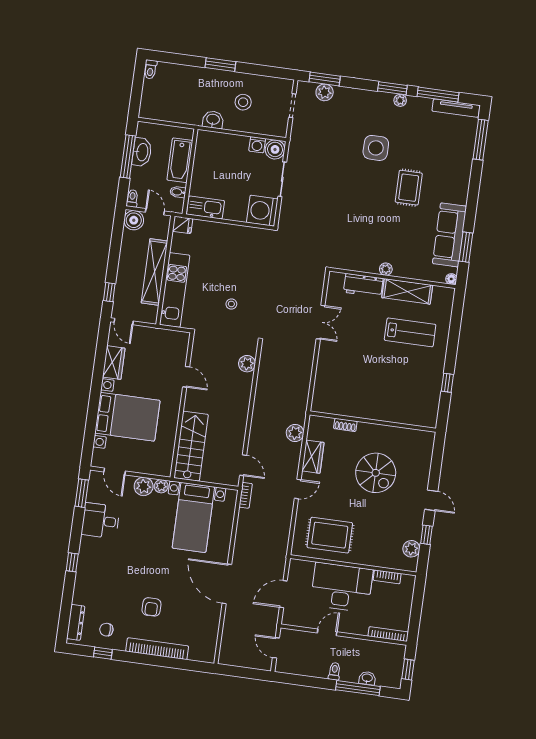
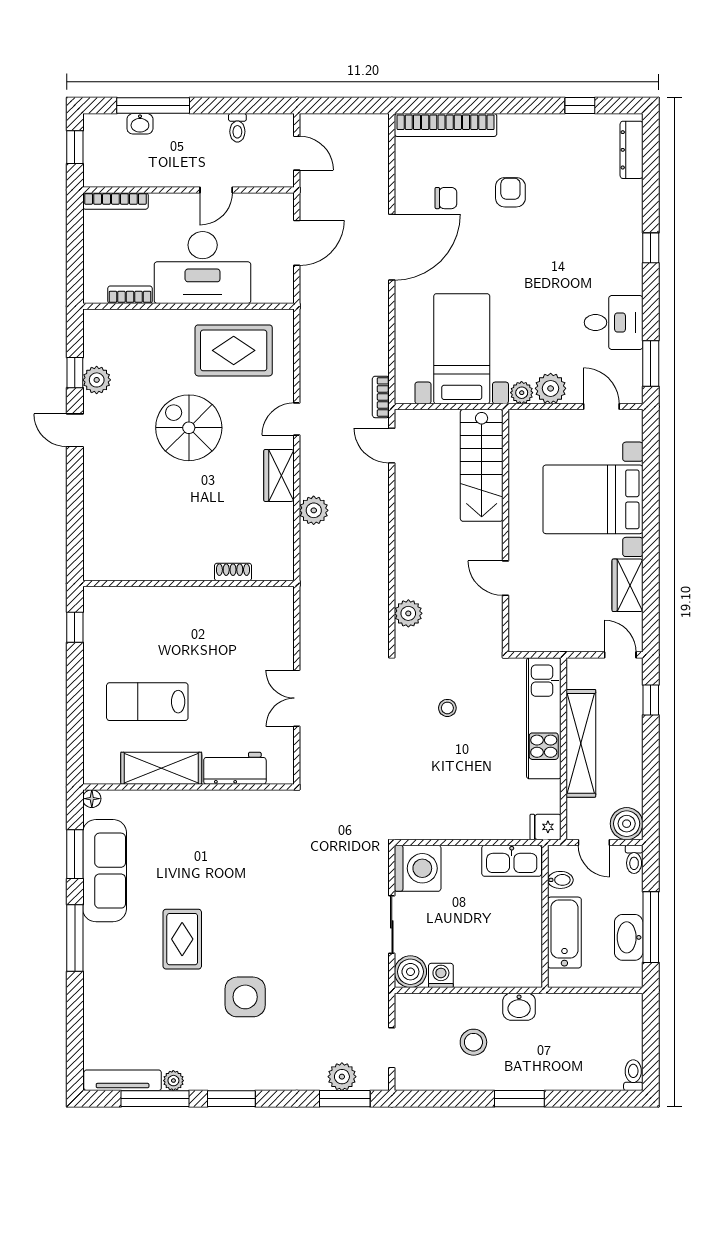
plant: (400, 100) -> (173, 1081), moved
window: (481, 140) -> (75, 938), moved
plant: (386, 269) -> (201, 800), removed
wall: (373, 422) -> (188, 584), moved
shoe rack: (345, 425) -> (233, 572), moved
spiral stairs: (376, 473) -> (189, 428), moved
plant: (411, 549) -> (97, 380), moved
door: (227, 584) -> (392, 247), hinge flipped
chair: (106, 630) -> (446, 198), moved
bookcase: (157, 649) -> (446, 125), moved
toilet: (334, 671) -> (237, 128), moved

